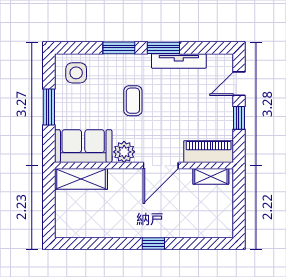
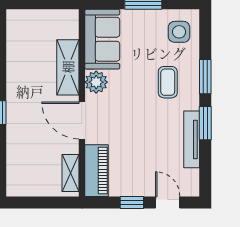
coffee table: (133, 101) -> (168, 82), moved, turned 90
shelving: (81, 179) -> (68, 67), moved

